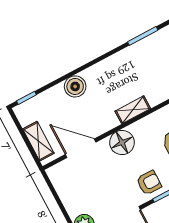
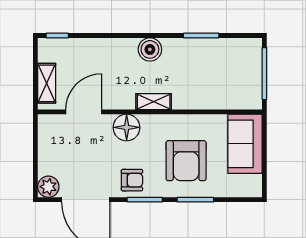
boiler: (75, 86) -> (150, 49), moved
door: (81, 148) -> (84, 112), hinge flipped

